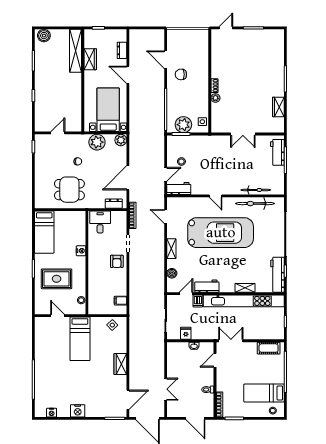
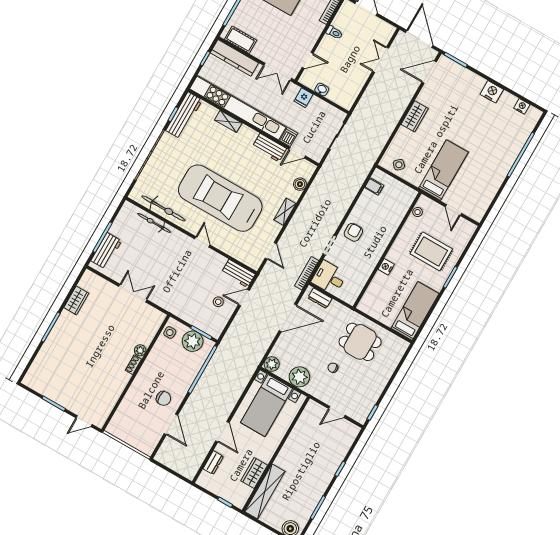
desk: (100, 222) -> (329, 278), moved, turned 90
fridge: (186, 333) -> (303, 98), moved
kitchen counter: (266, 333) -> (234, 58), added

